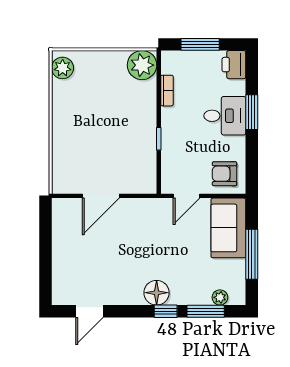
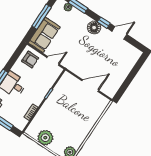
plant: (142, 65) -> (45, 138), moved
door: (89, 311) -> (119, 33), moved
window: (166, 311) -> (104, 23), moved

